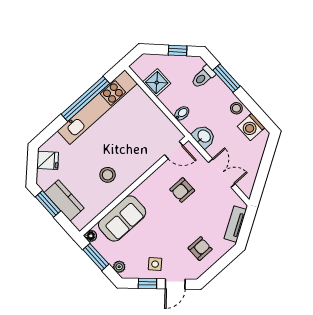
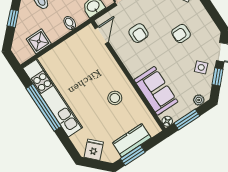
armchair: (200, 249) -> (181, 34), moved, turned -90

